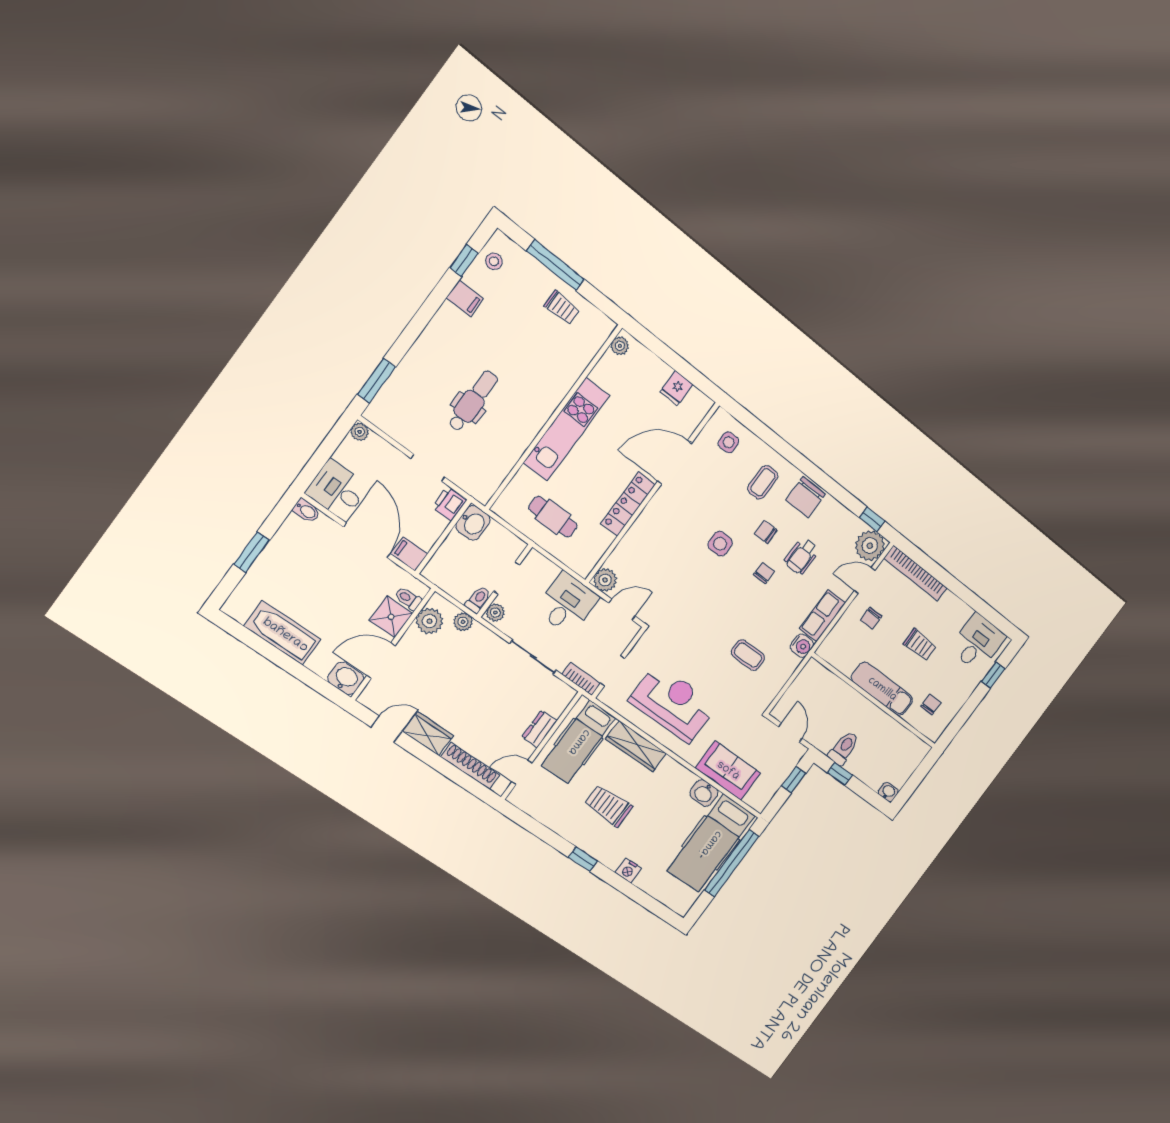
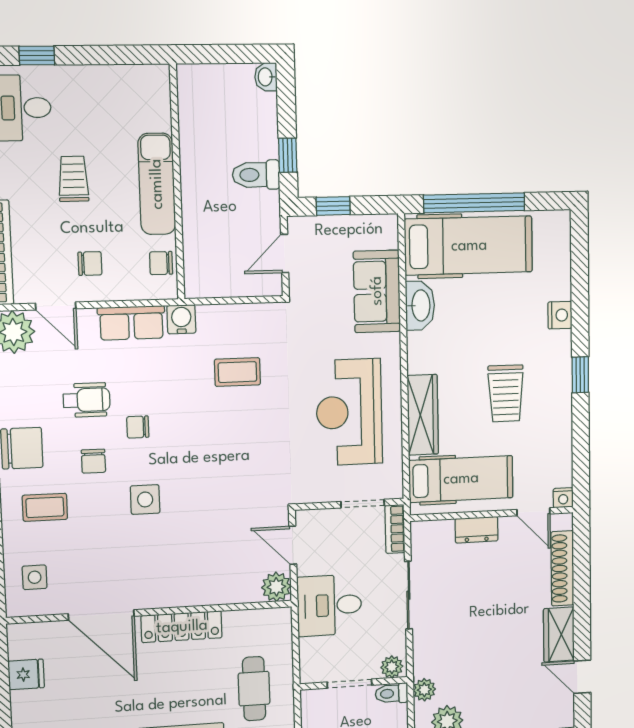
coffee table: (748, 655) -> (237, 372), turned 90
chair: (931, 704) -> (161, 263), moved
washbasin: (704, 793) -> (420, 305), width x1.38
nightstand: (515, 797) -> (563, 498), added

